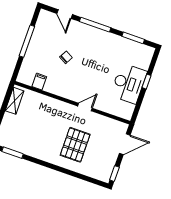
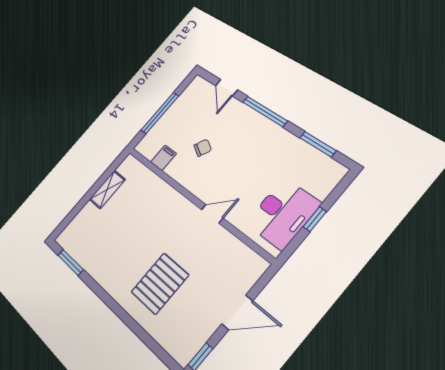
filing cabinet: (39, 82) -> (164, 158), moved
wall: (72, 103) -> (196, 201), moved
door: (85, 107) -> (212, 214), moved

